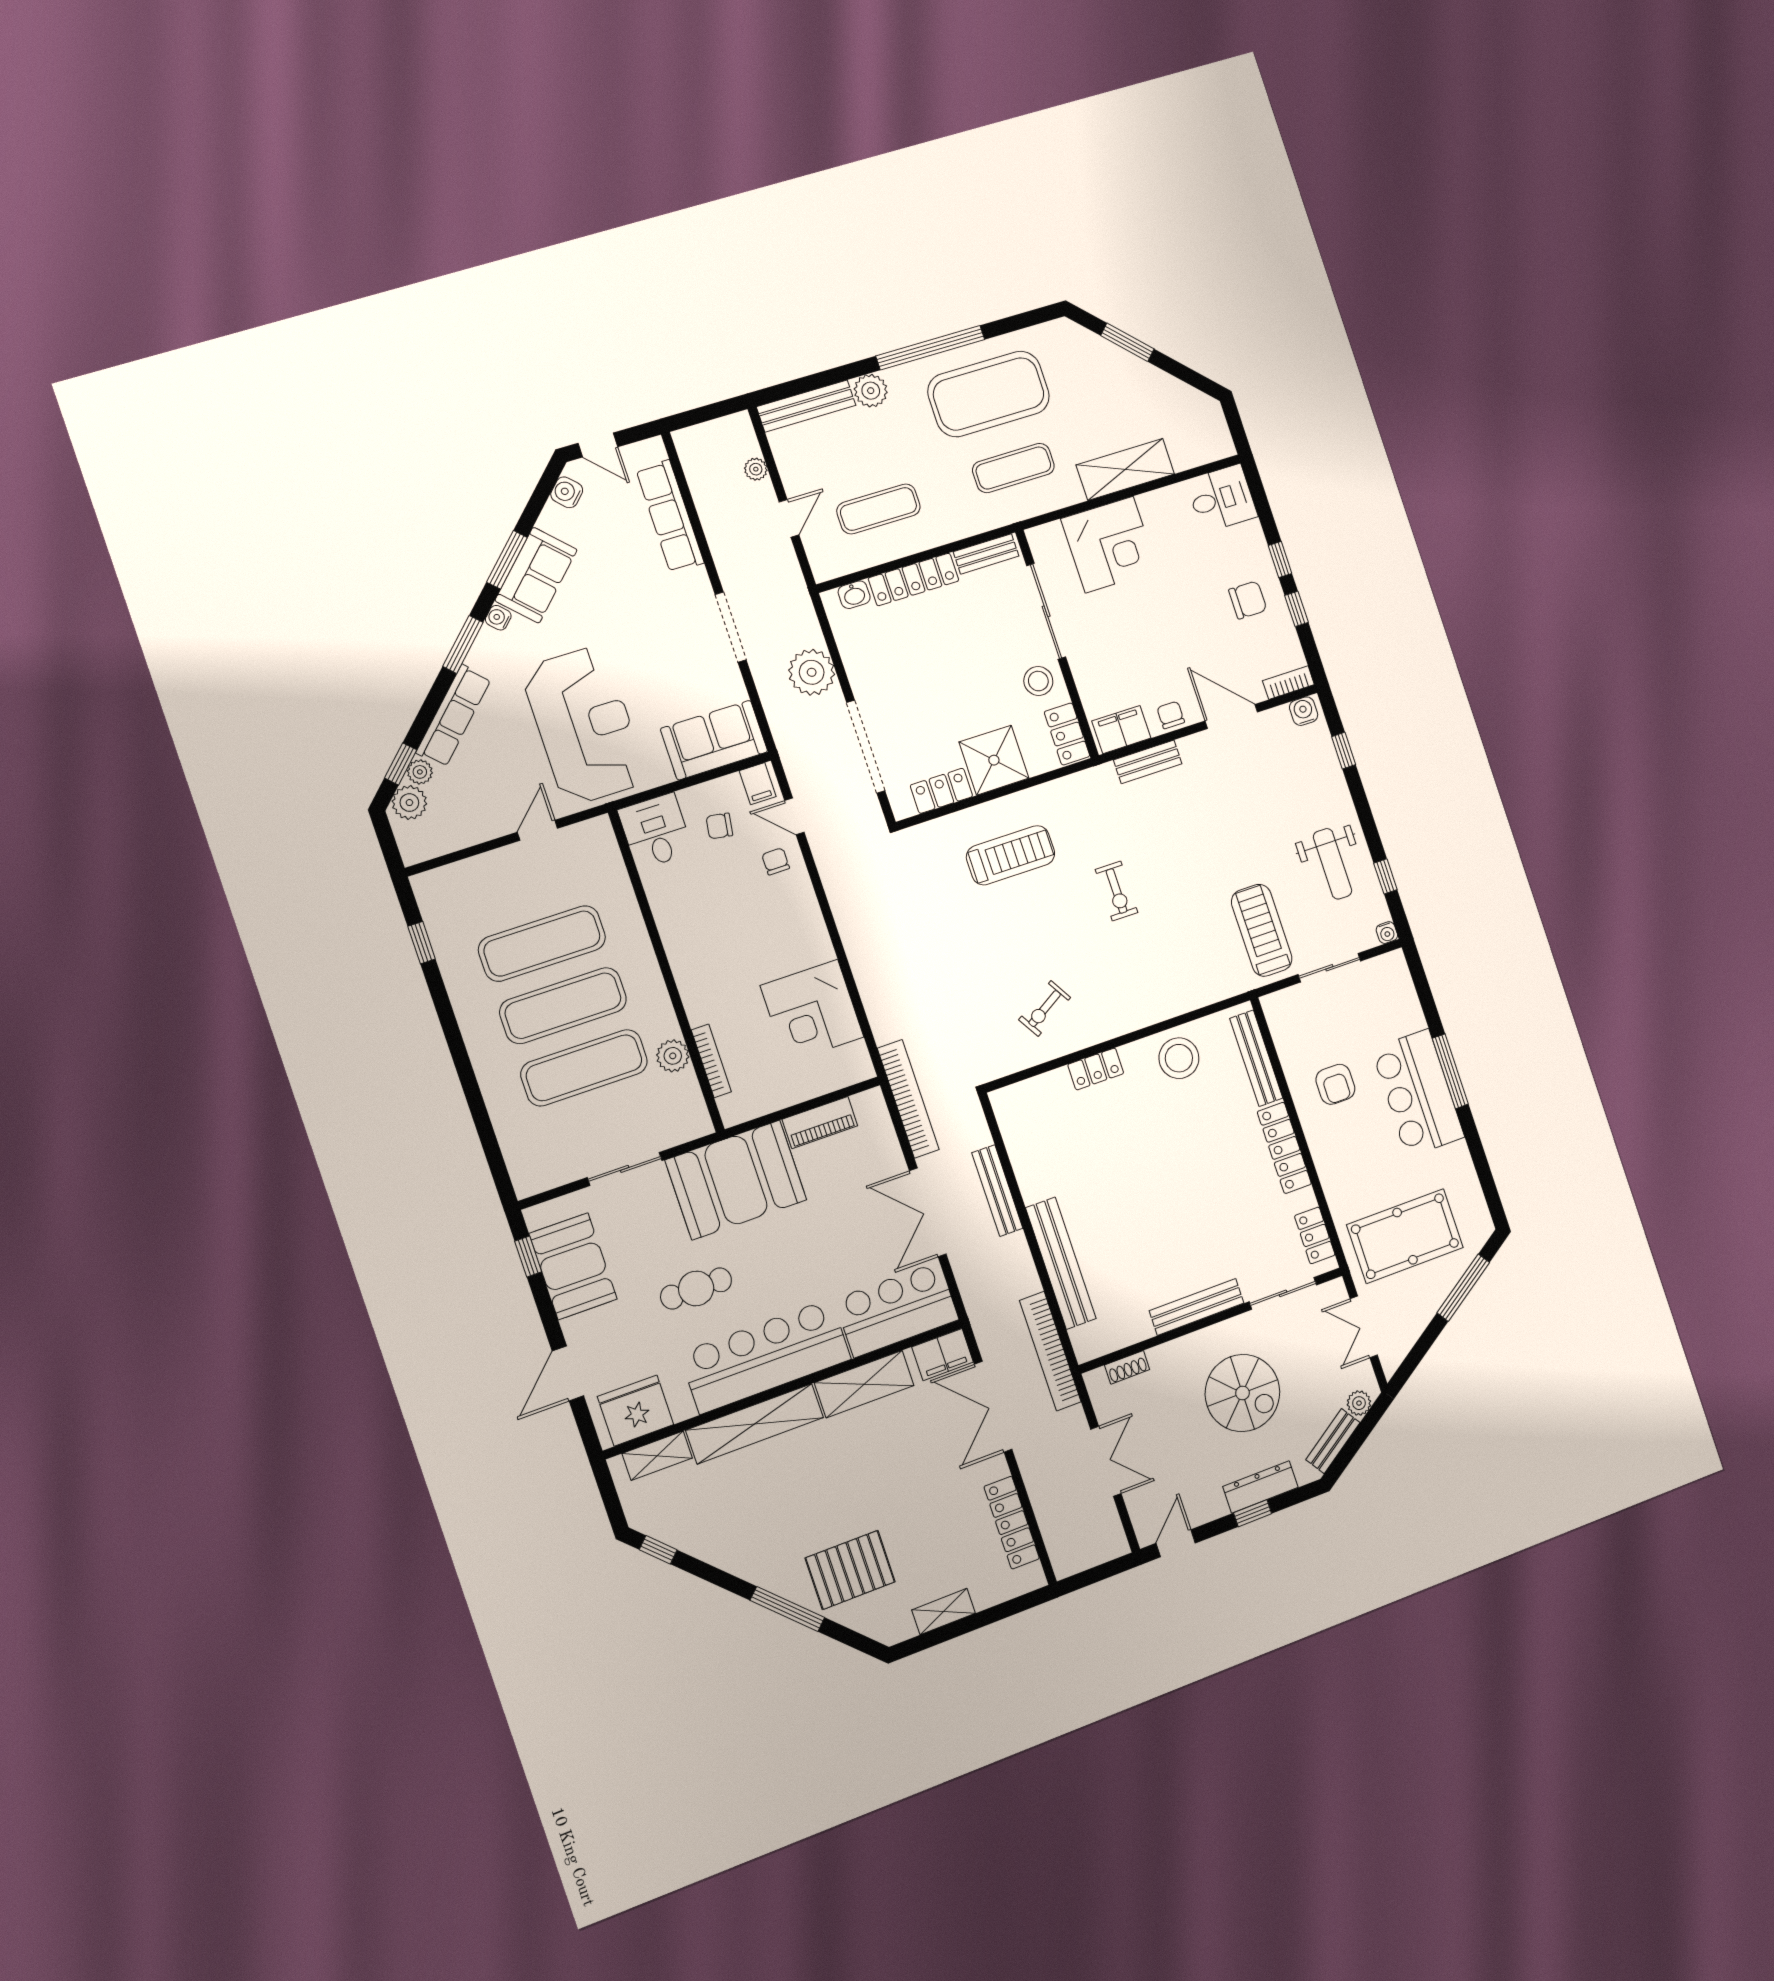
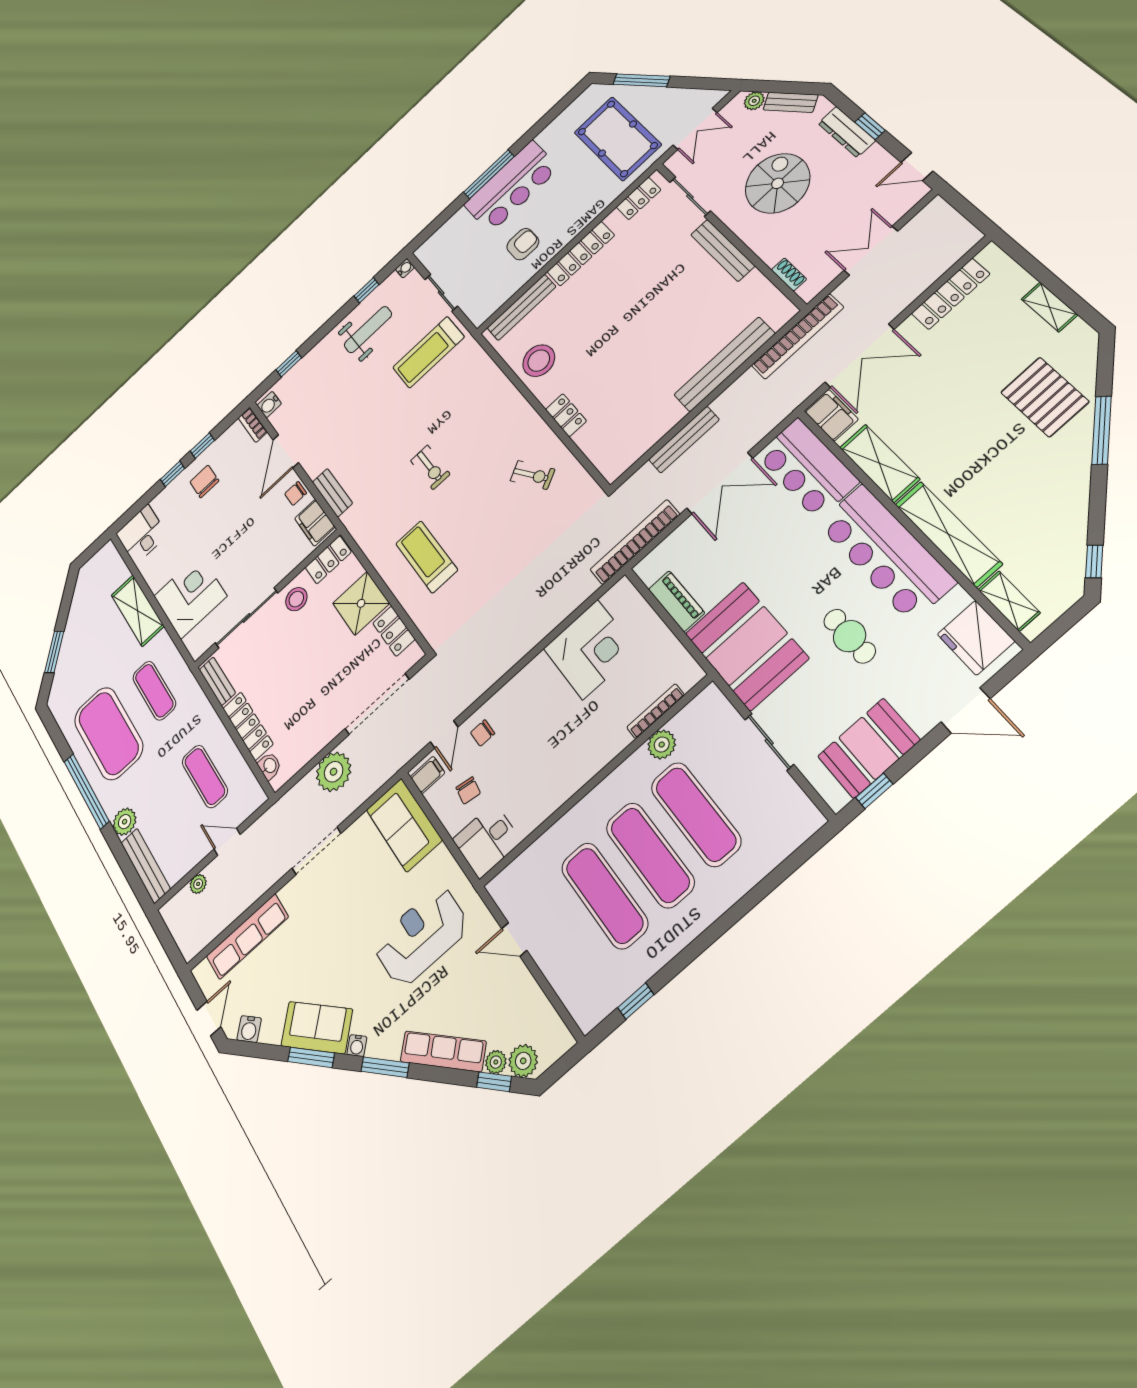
reception desk: (584, 725) -> (421, 936), width x0.74, depth x0.77
exercise bike: (1117, 891) -> (430, 467), turned 90

